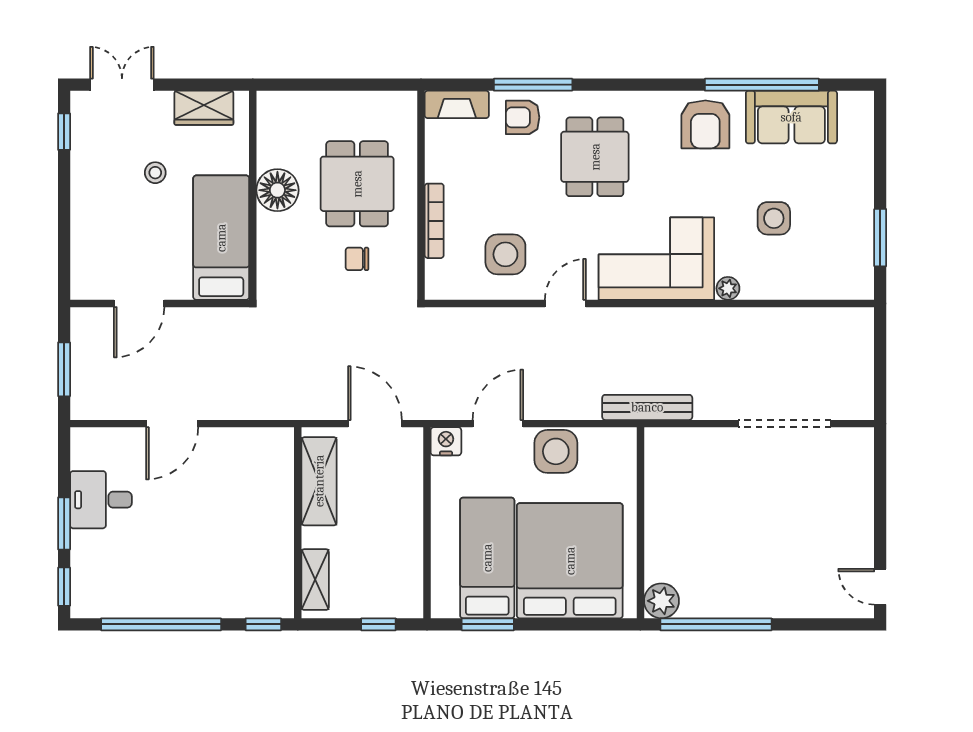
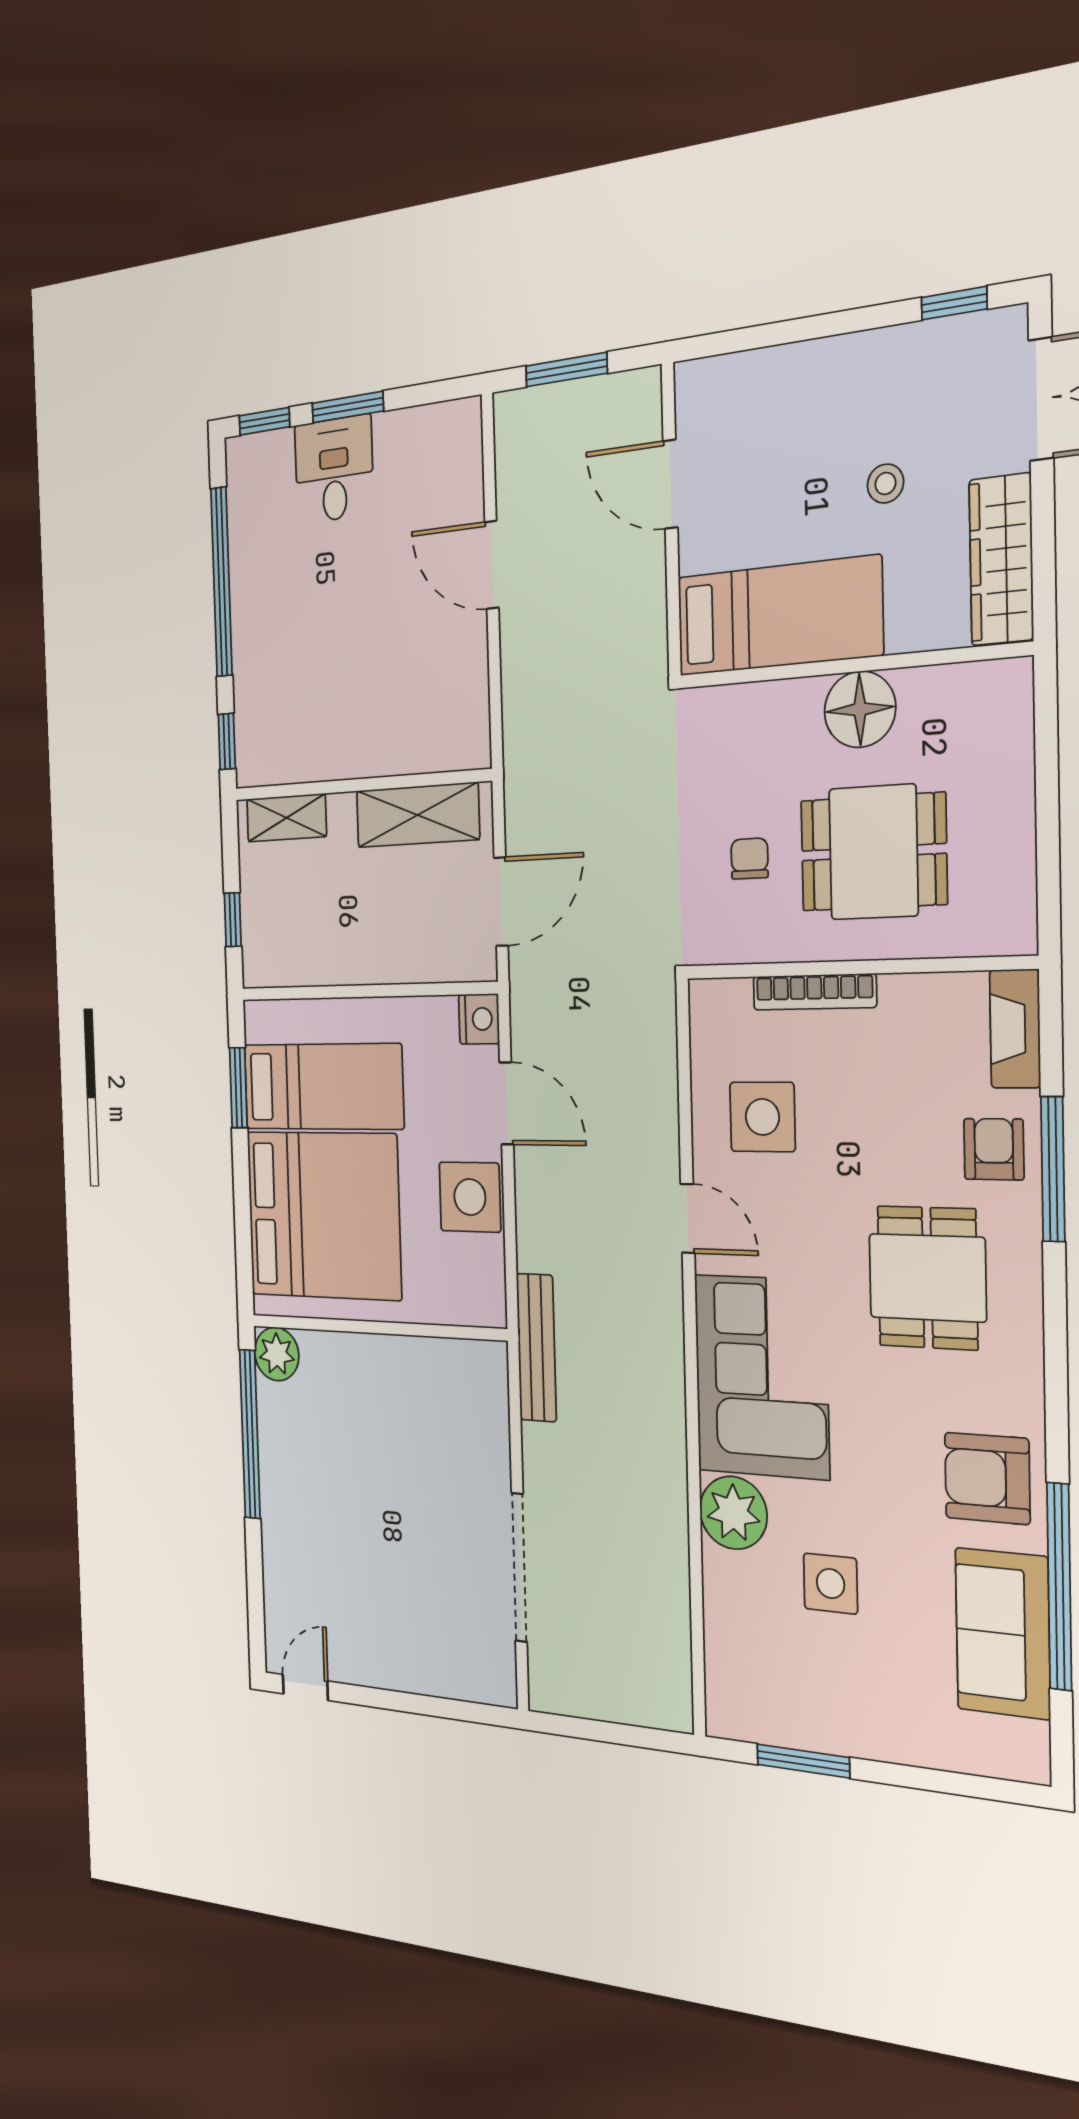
wardrobe: (204, 108) -> (1001, 560), width x1.50
dining table: (595, 157) -> (927, 1278), turned 90
plant: (728, 288) -> (733, 1513), width x1.88, depth x1.88
desk: (101, 500) -> (334, 469), moved

